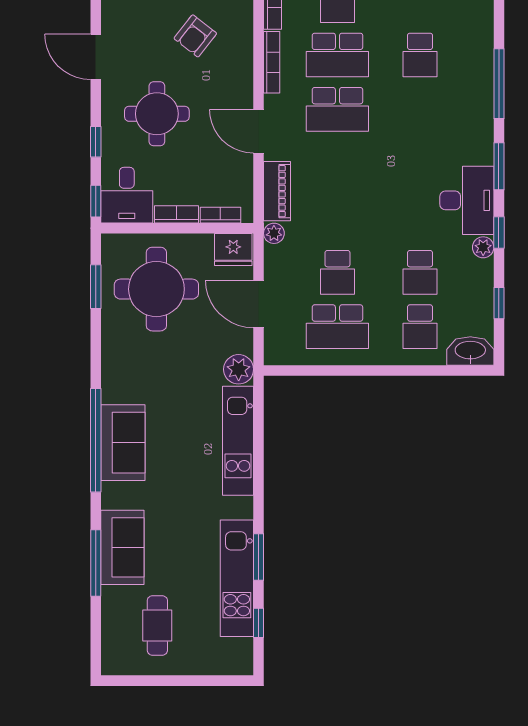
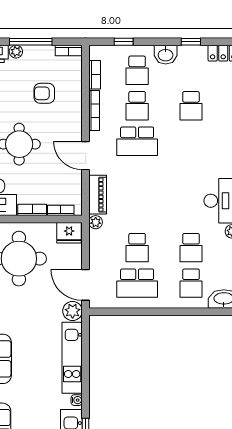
armchair: (195, 36) -> (44, 93), turned 52
school desk: (337, 55) -> (137, 106), width x0.54
door: (259, 304) -> (86, 285), moved
water cooler: (245, 506) -> (77, 400), added

